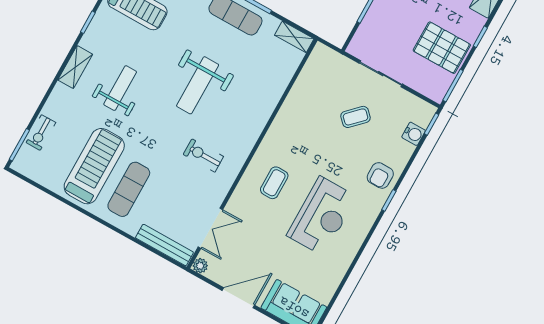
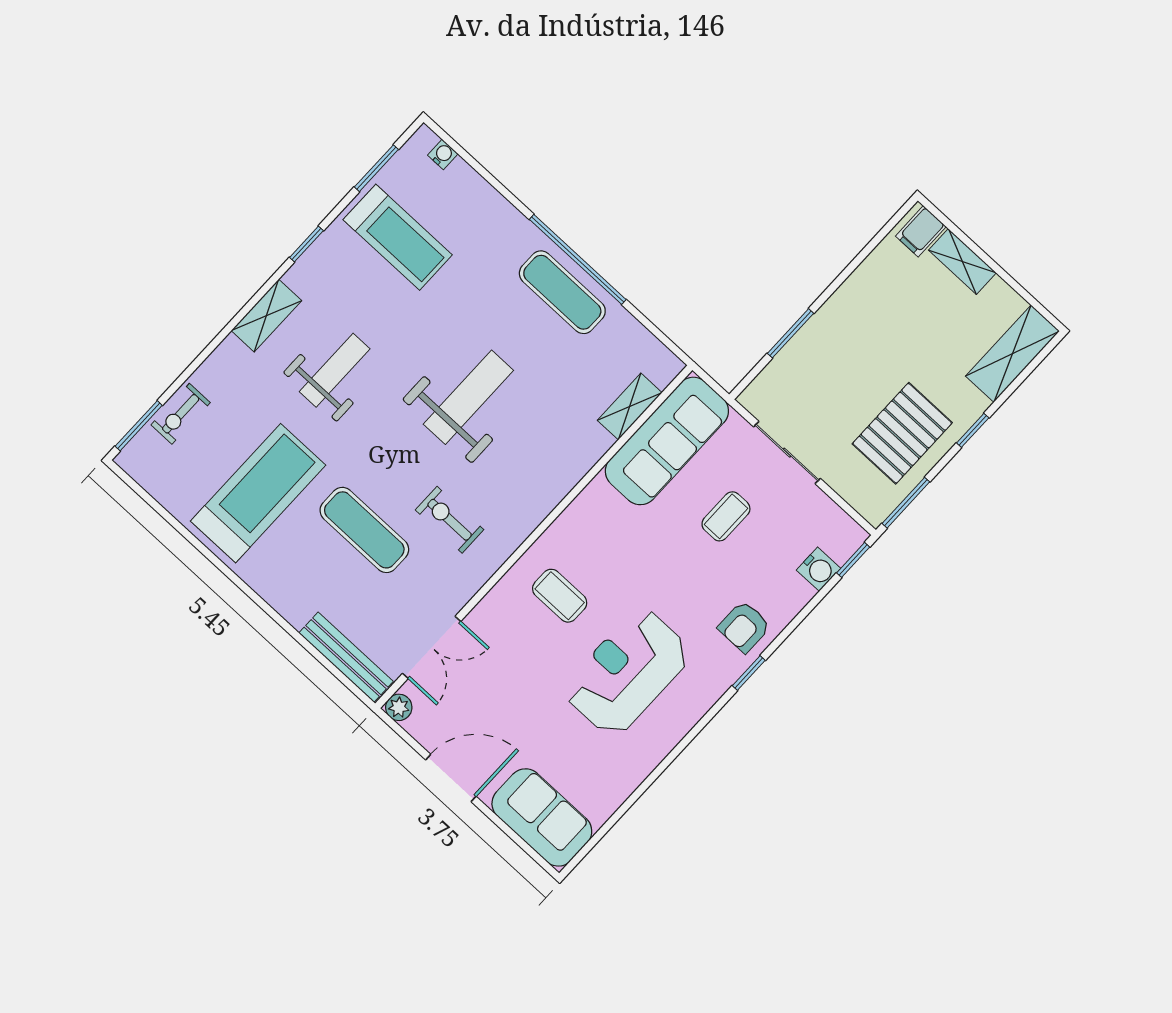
shelving: (294, 37) -> (630, 406), moved, turned 90
pallet: (442, 48) -> (902, 433), turned 90
sofa: (313, 83) -> (667, 441), added
weight bench: (198, 85) -> (468, 397), turned 180
coffee table: (355, 117) -> (726, 516), turned -45
coffee table: (274, 183) -> (560, 596), turned 90
exercise mat: (129, 189) -> (364, 530), moved, turned 90
reception desk: (322, 216) -> (627, 672), turned 180

